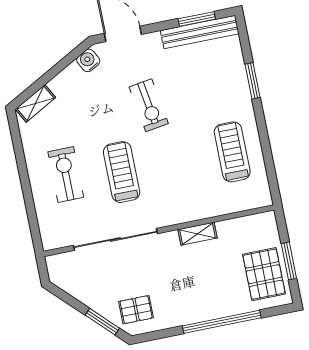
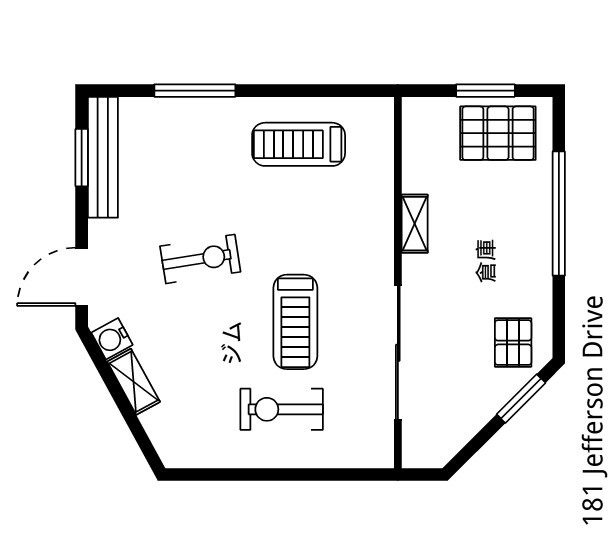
window: (253, 81) -> (195, 91), width x1.44
shelving: (35, 103) -> (134, 382), moved
treadmill: (122, 172) -> (295, 322), turned -90

